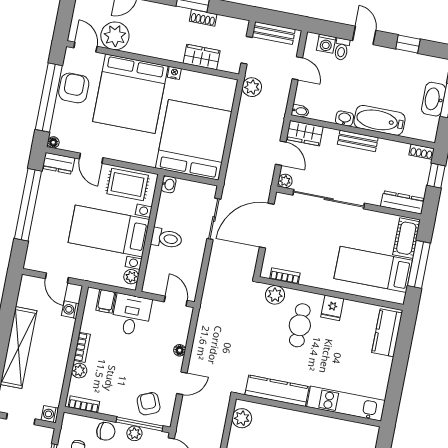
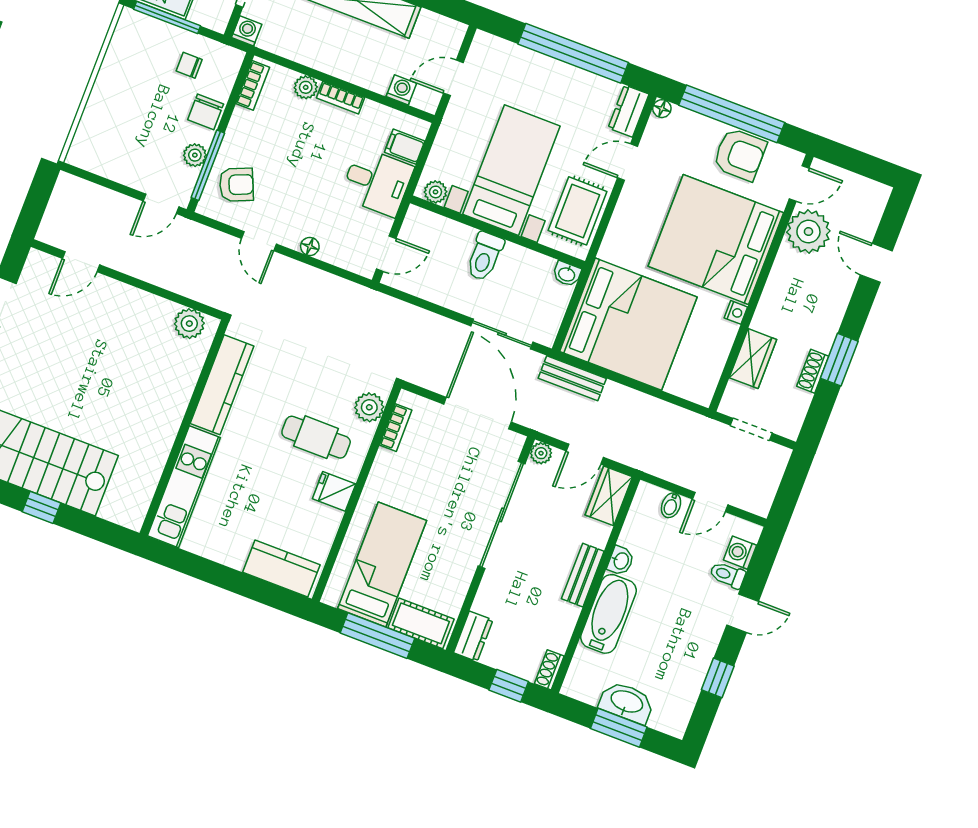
bench: (274, 33) -> (572, 378), moved, turned 90
plant: (252, 87) -> (693, 427), removed
bidet: (300, 111) -> (671, 505), moved
dresser: (402, 202) -> (473, 636), width x0.70

